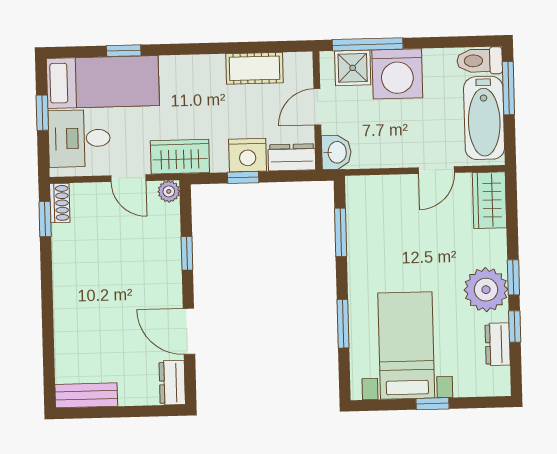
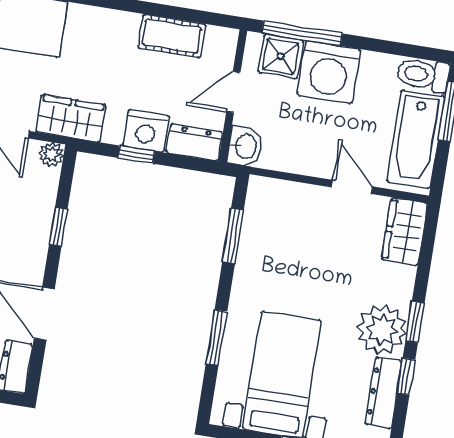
door: (436, 170) -> (352, 187), swing flipped
dresser: (498, 344) -> (383, 393), width x1.44

